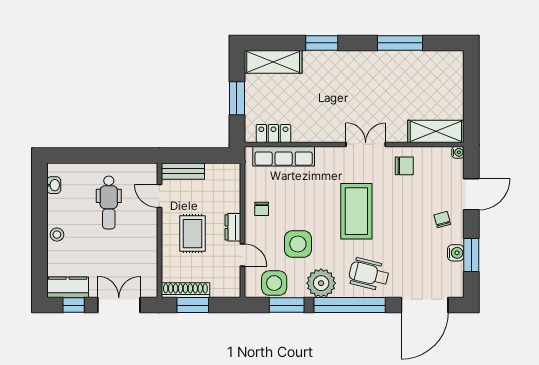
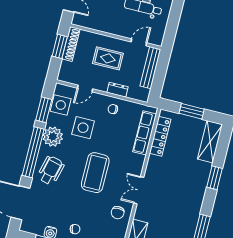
locker: (273, 133) -> (160, 136), width x1.53
double door: (366, 144) -> (139, 190), swing flipped
bench: (183, 171) -> (150, 68), width x1.36
coffee table: (356, 211) -> (95, 173), turned 90
dresser: (233, 227) -> (117, 90), moved

